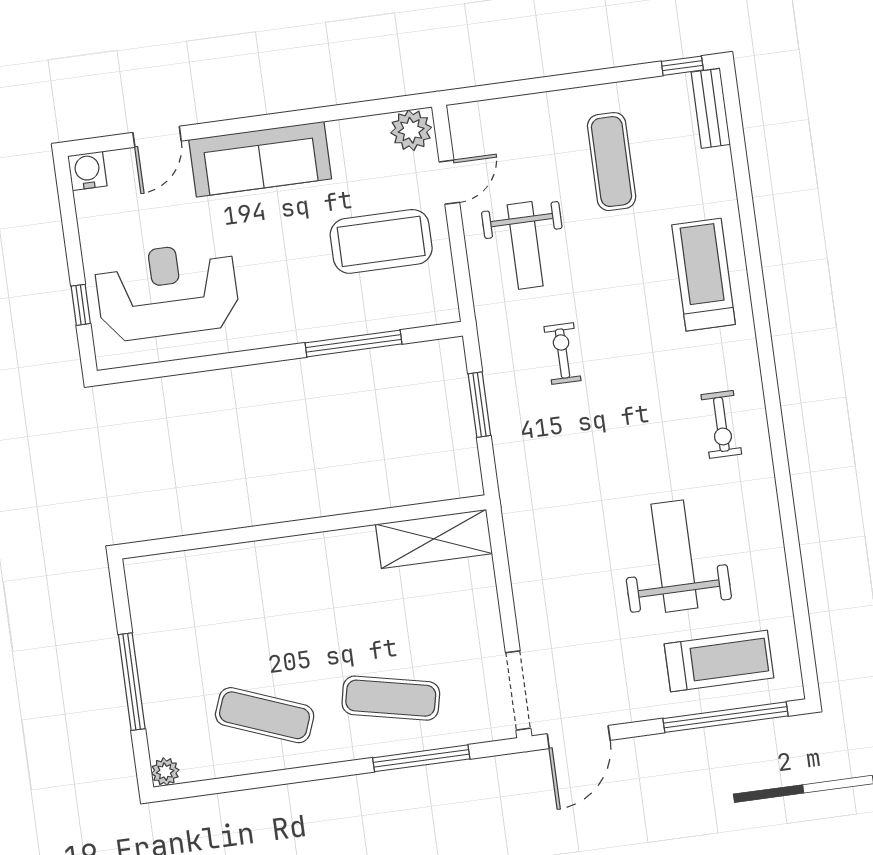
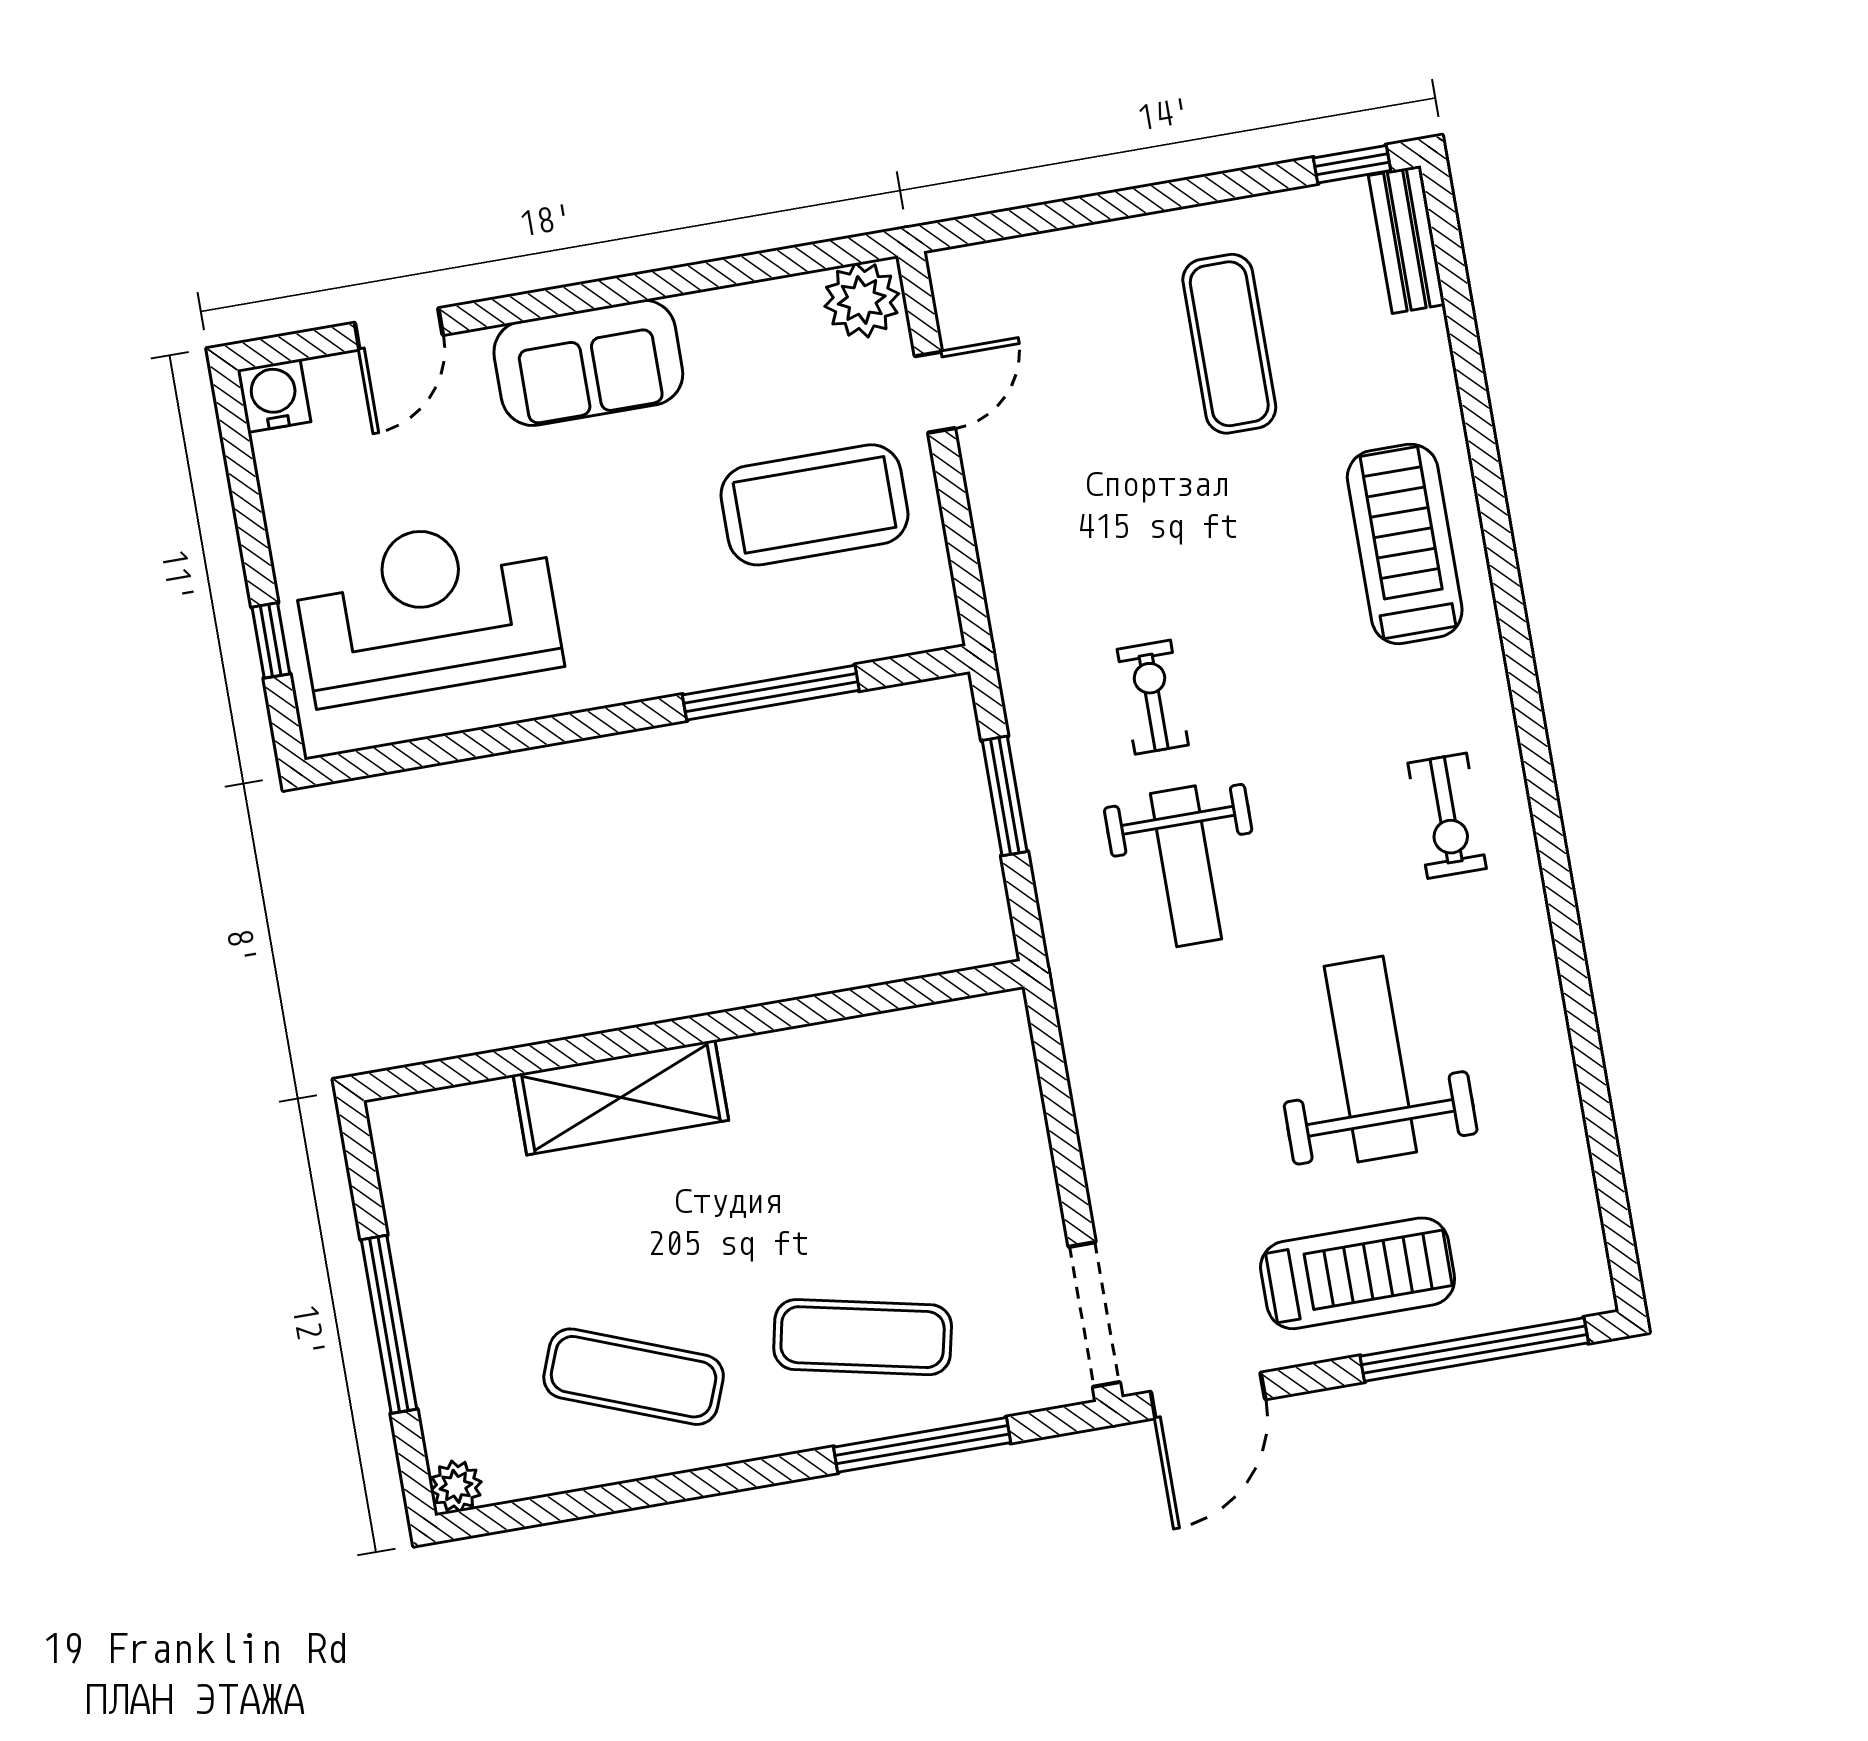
sofa: (260, 159) -> (588, 363), width x0.73
weight bench: (525, 245) -> (1186, 866), moved
shelving: (434, 539) -> (621, 1097), moved
treadmill: (719, 661) -> (1358, 1273), moved

